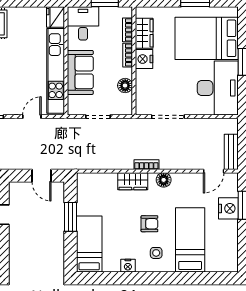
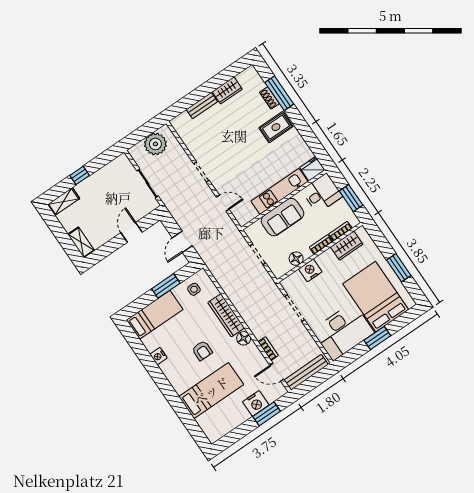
nightstand: (144, 59) -> (310, 270), moved
kitchen unit: (56, 71) -> (279, 191), width x0.73
bench: (231, 152) -> (306, 372), width x1.36
bookcase: (146, 165) -> (268, 349), moved
wardrobe: (133, 181) -> (226, 315), width x1.50
side table: (156, 253) -> (194, 289), moved

